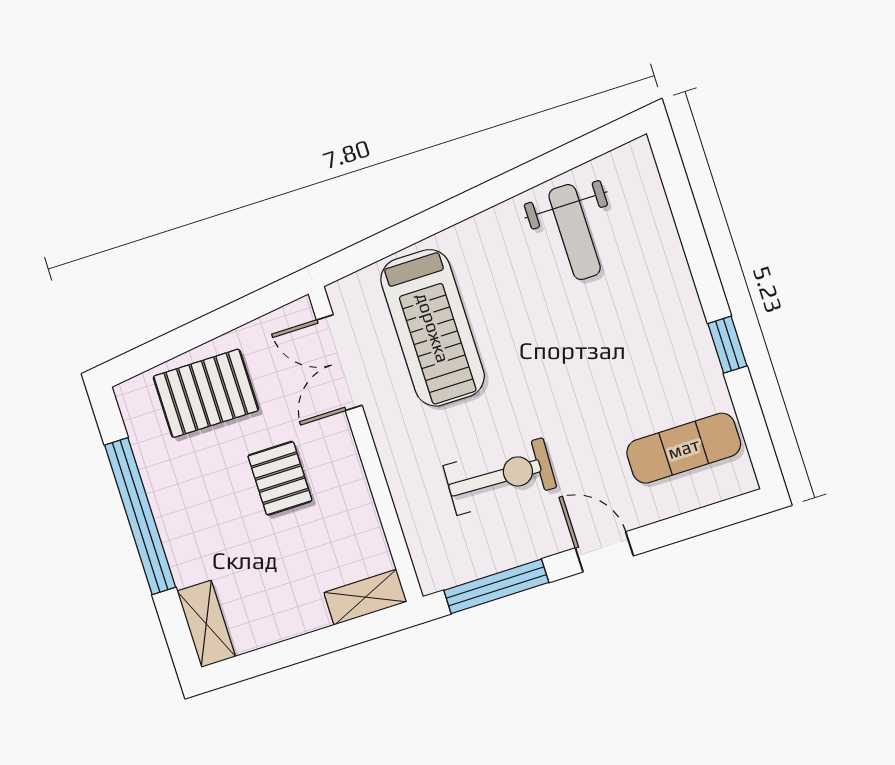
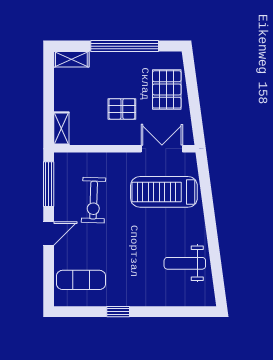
exercise mat: (684, 448) -> (81, 280), turned 90

